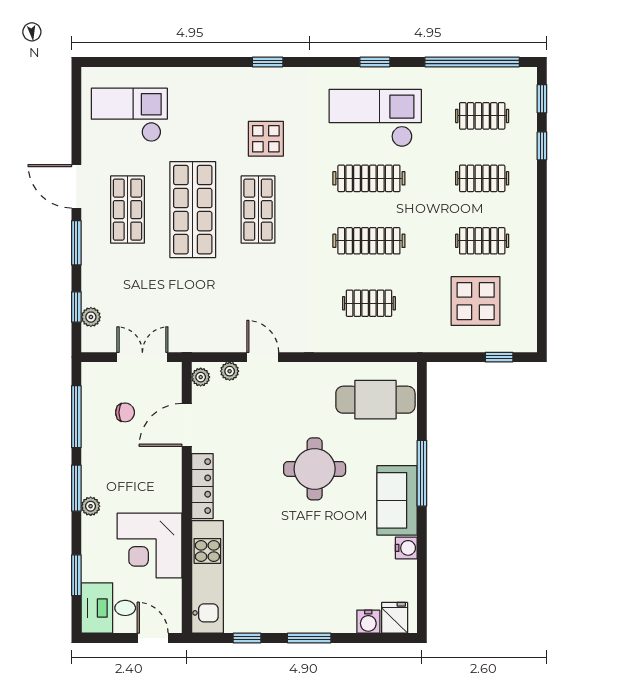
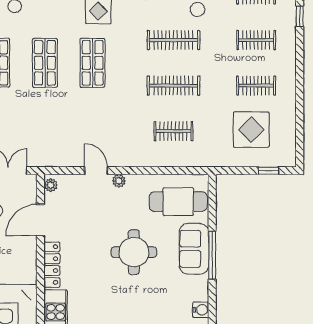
shop shelf: (193, 210) -> (45, 63), width x0.70, depth x0.74
plant: (230, 371) -> (119, 181), moved
sofa: (397, 500) -> (194, 249), moved

